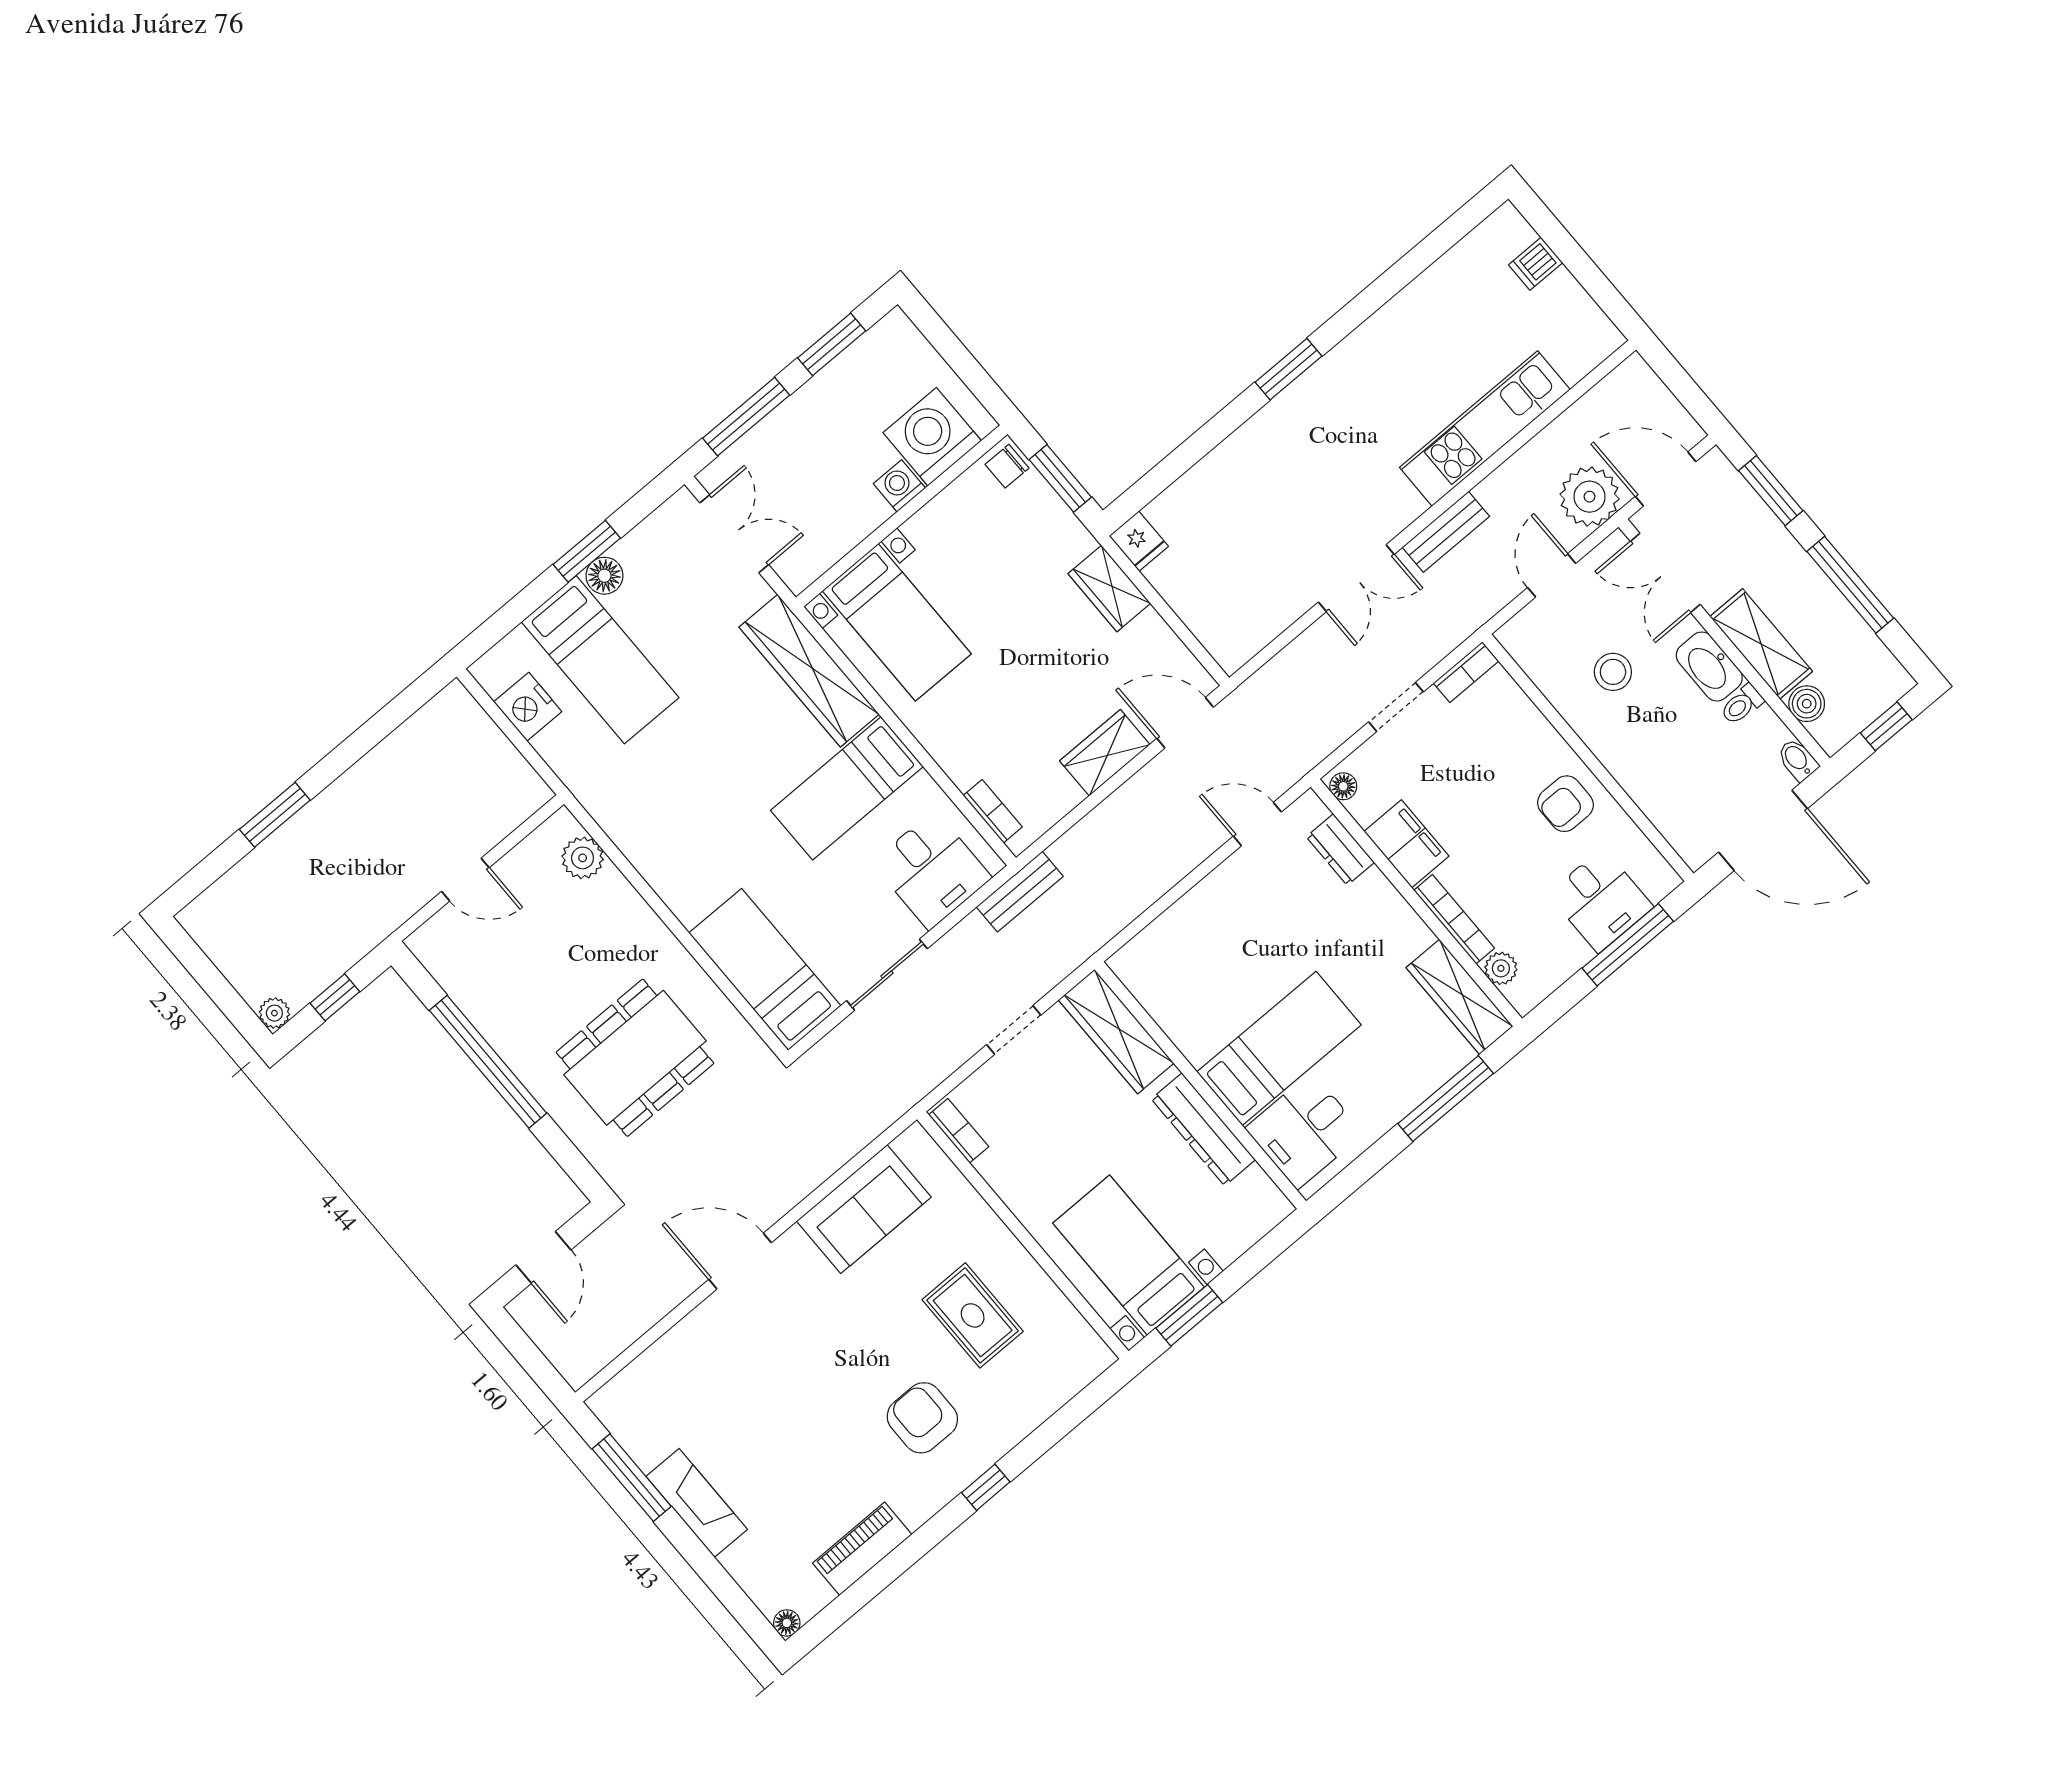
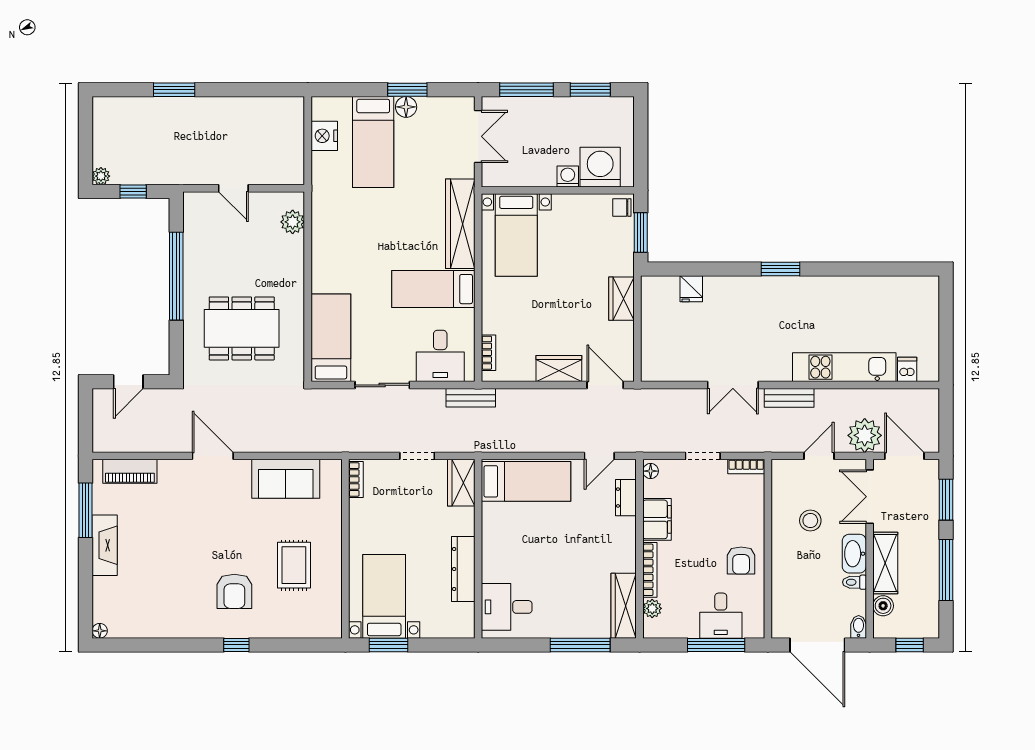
dishwasher: (1536, 264) -> (907, 369), moved, turned 90
fridge: (1139, 541) -> (691, 289), moved
armchair: (1565, 804) -> (741, 561), turned -90
door: (1257, 824) -> (599, 456), swing flipped
wardrobe: (1116, 1032) -> (461, 483), width x0.67
bed: (1279, 1048) -> (526, 481), moved
armchair: (922, 1418) -> (234, 591), turned 180
piano: (862, 1549) -> (130, 471), moved, turned 180

